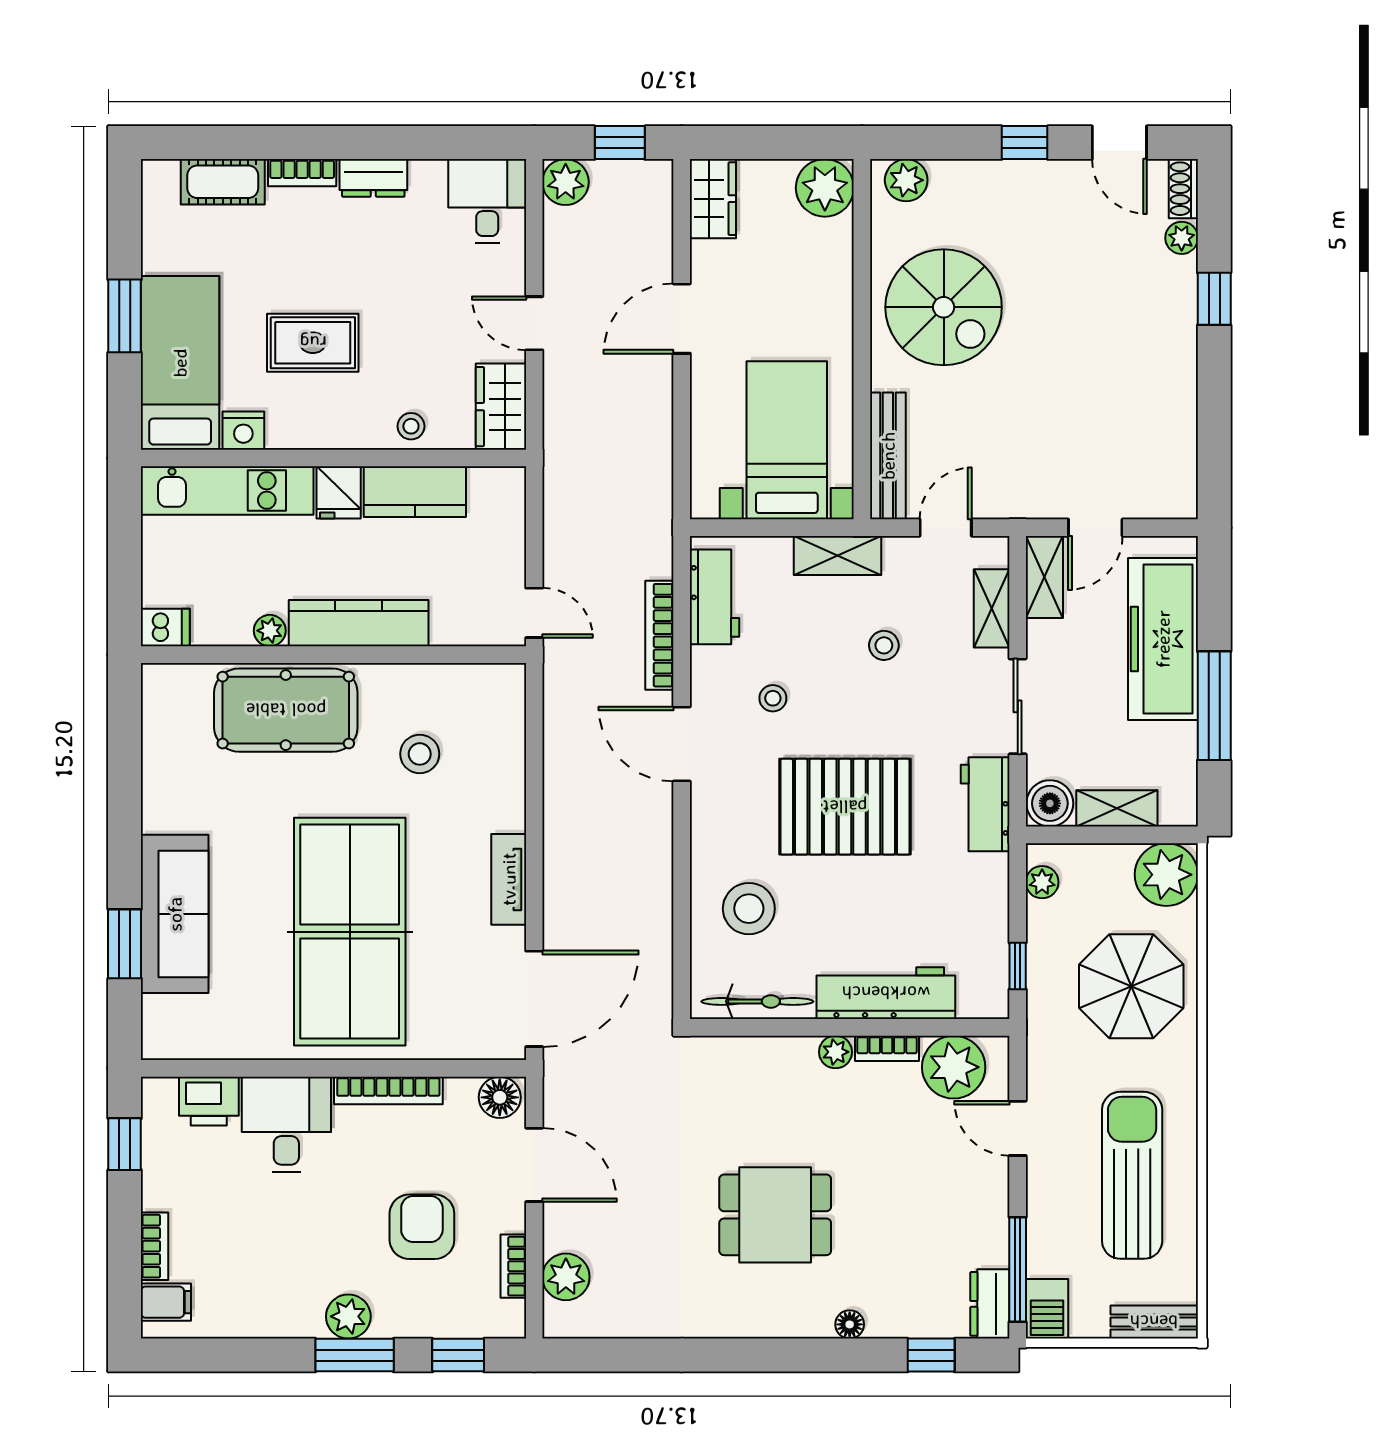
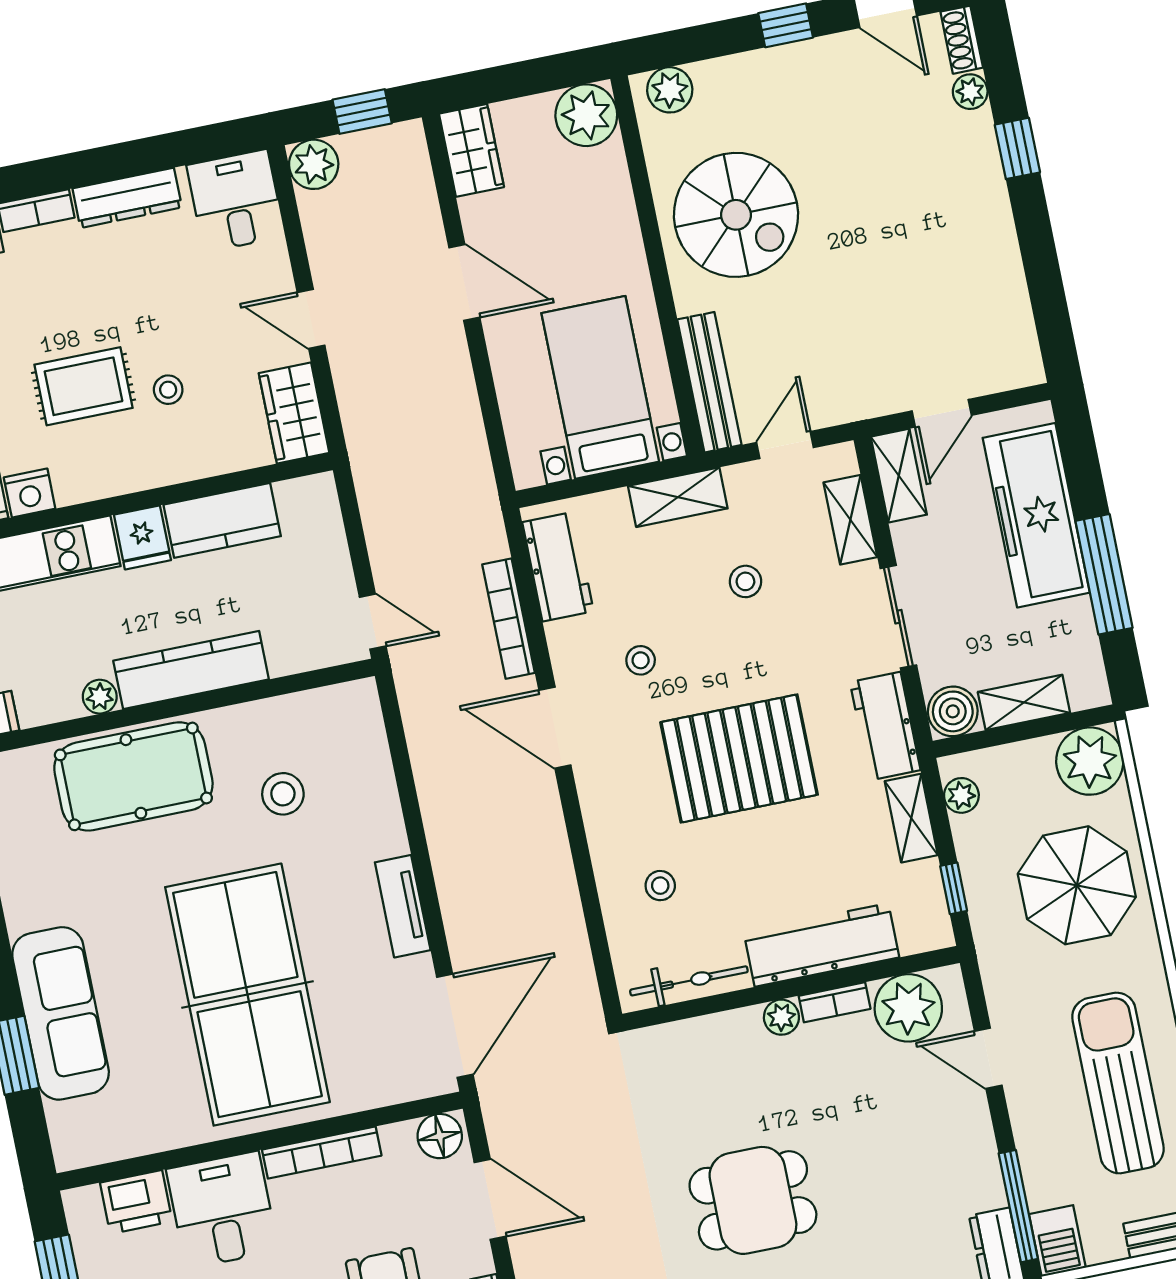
dresser: (373, 178) -> (127, 198), width x1.44
door: (682, 319) -> (464, 282), swing flipped
stool: (411, 426) -> (168, 390), moved
shelving: (992, 894) -> (911, 818), added
stool: (749, 909) -> (660, 886), width x0.53, depth x0.53

